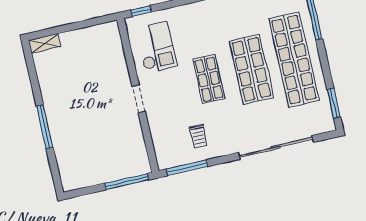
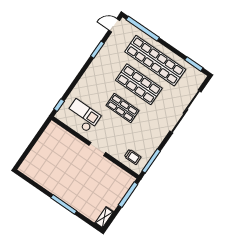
shelving: (45, 43) -> (104, 217), moved
trolley: (199, 136) -> (133, 157), moved

